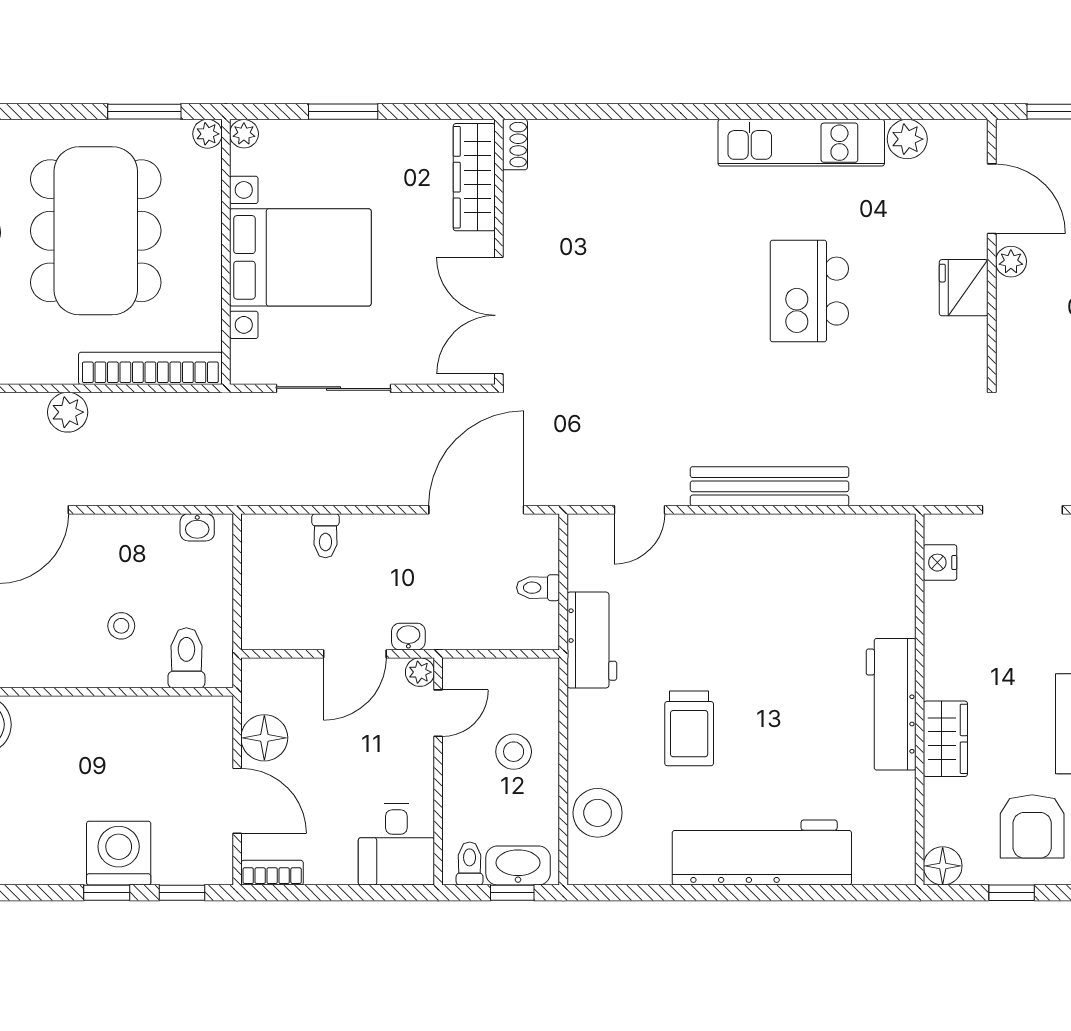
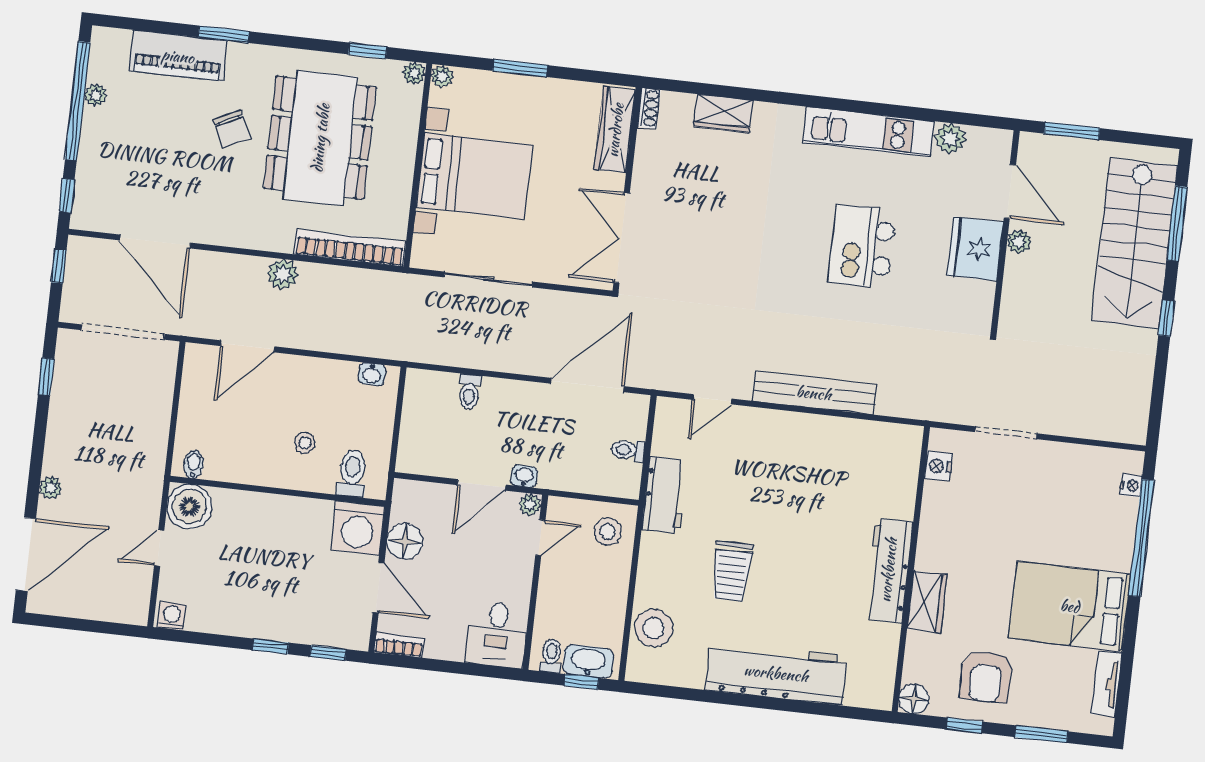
window: (144, 112) -> (368, 51), width x0.67
wardrobe: (611, 140) -> (723, 113), added
fridge: (964, 288) -> (975, 249), width x1.36, depth x1.34
stool: (514, 752) -> (608, 532), moved
washing machine: (119, 853) -> (358, 528), moved, turned 180

